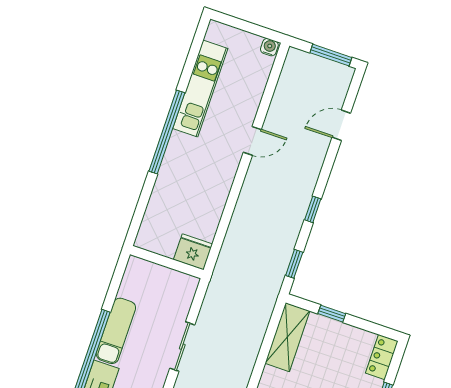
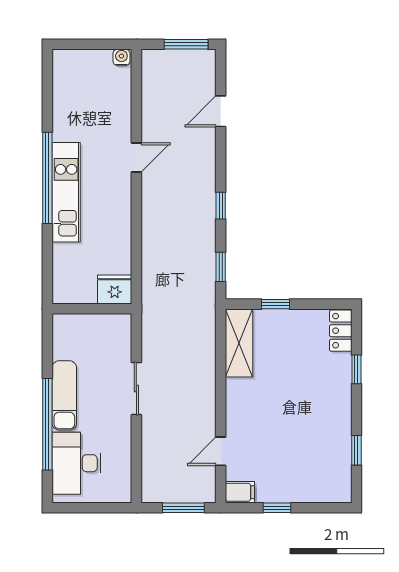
kitchen unit: (200, 88) -> (66, 192), moved

